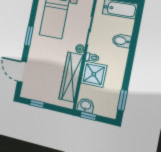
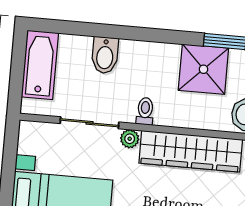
shower: (94, 74) -> (203, 69), moved

